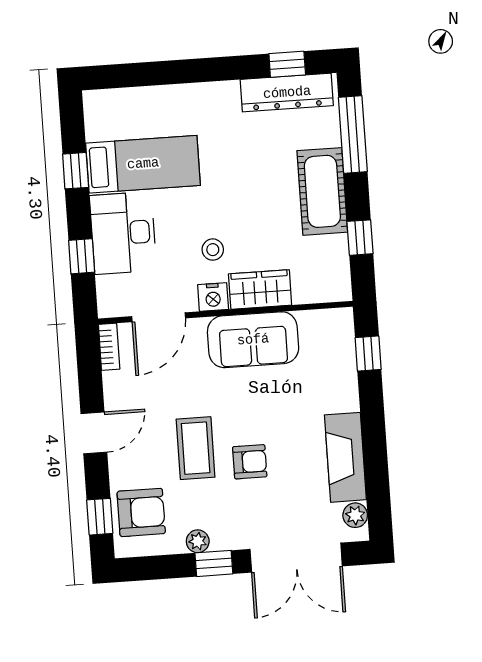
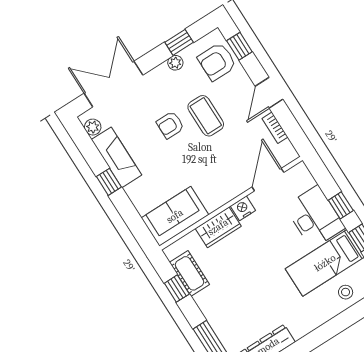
cot: (322, 191) -> (189, 273), moved, width x0.73, depth x0.75
stool: (213, 250) -> (346, 292), moved
window: (82, 256) -> (341, 205), moved
sofa: (253, 340) -> (175, 216), moved
bookcase: (109, 347) -> (275, 128), moved
window: (368, 354) -> (109, 182), moved
window: (214, 563) -> (179, 42), moved

